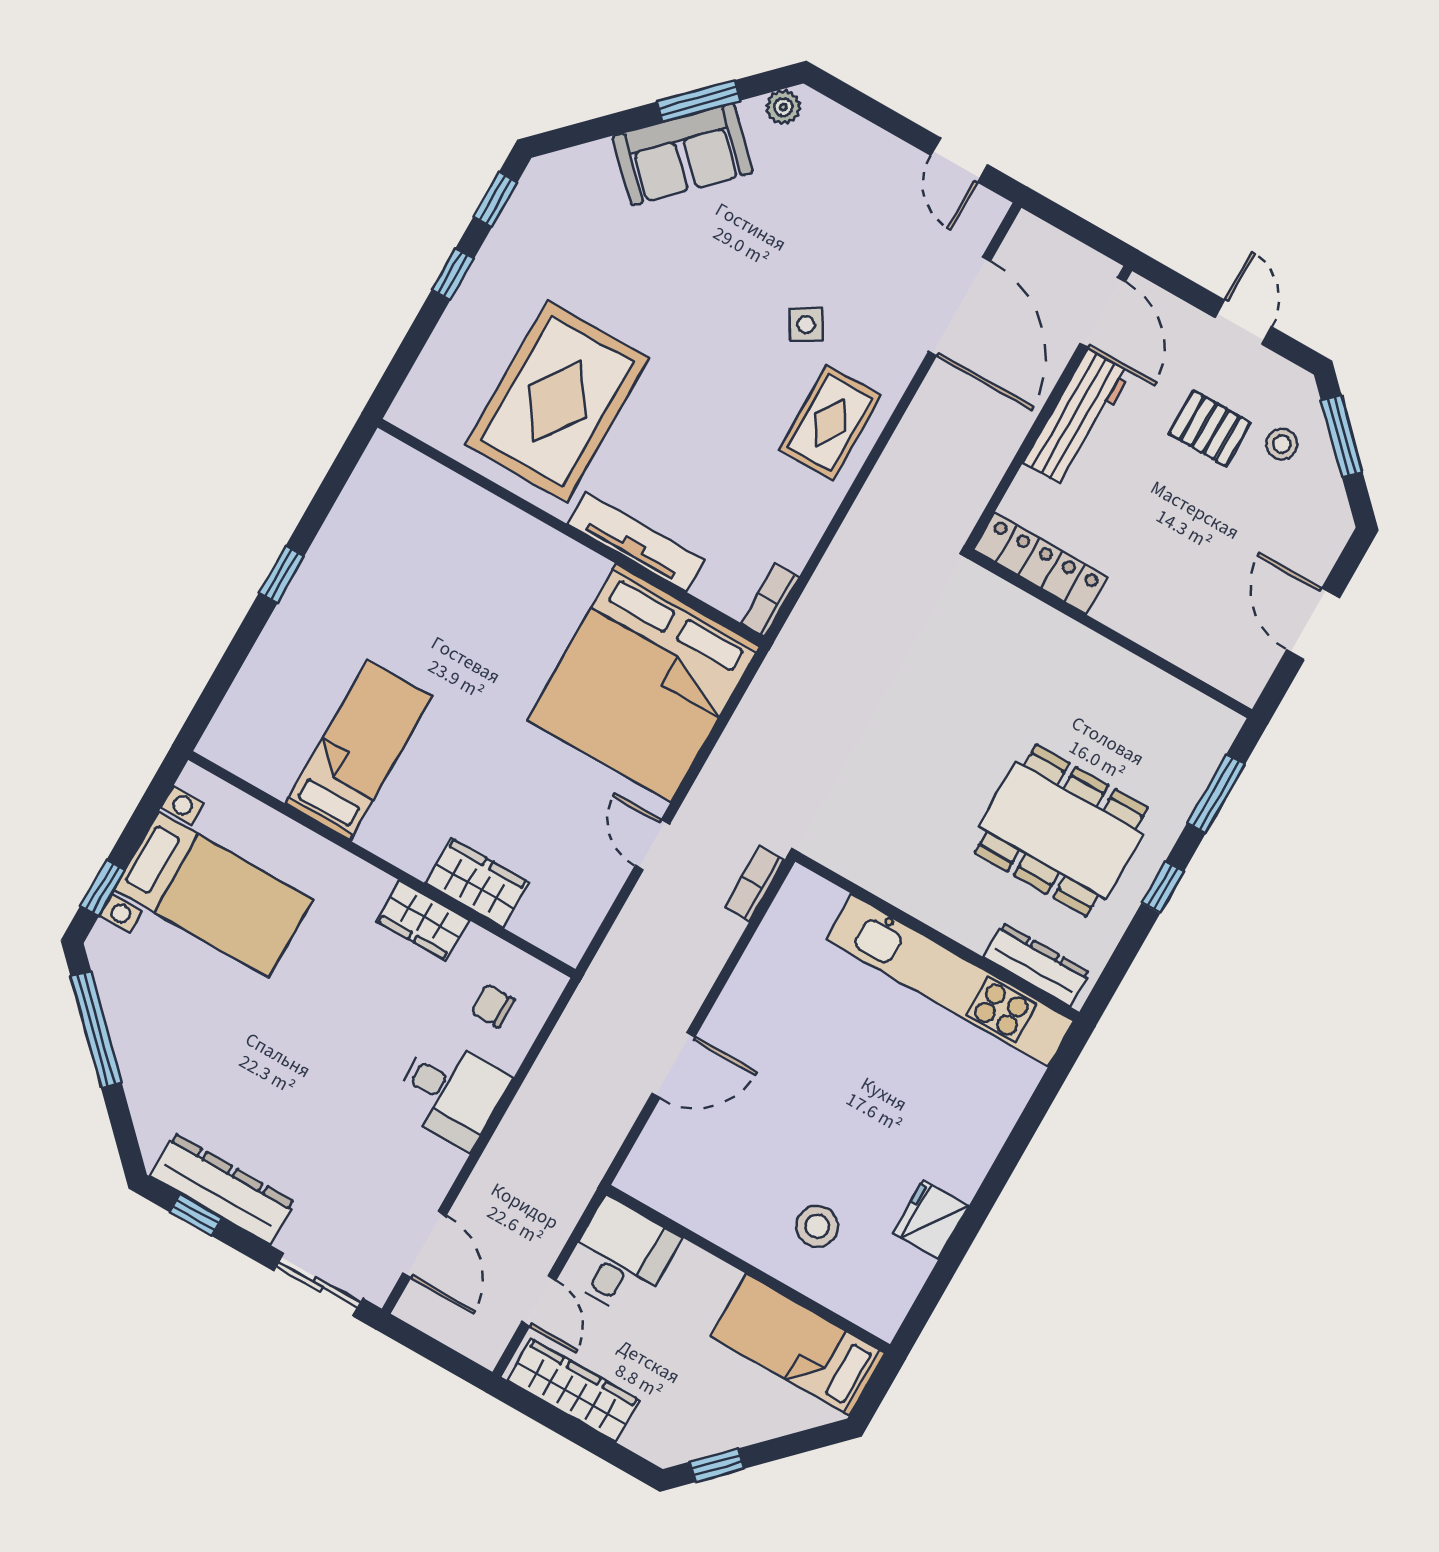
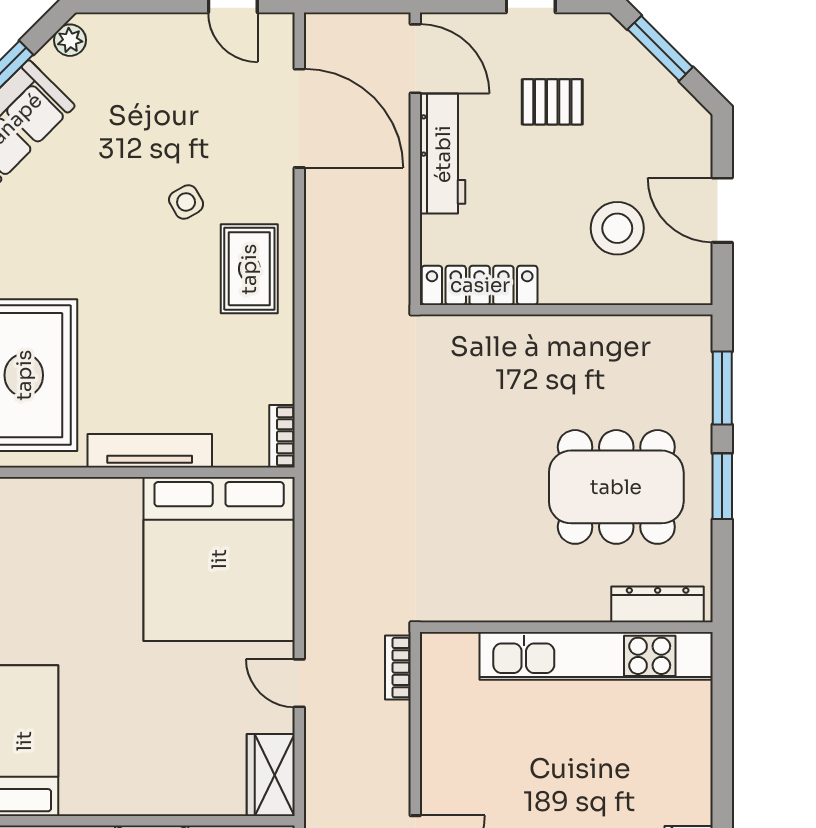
stool: (1282, 444) -> (617, 228), moved, width x1.89, depth x1.89
wardrobe: (477, 883) -> (271, 775), moved, turned -90
window: (1163, 887) -> (722, 486), width x1.50

